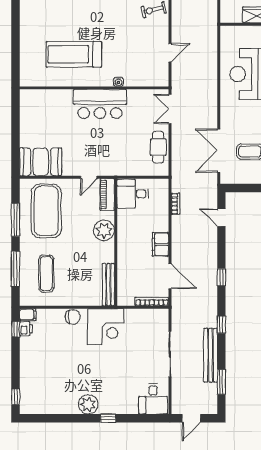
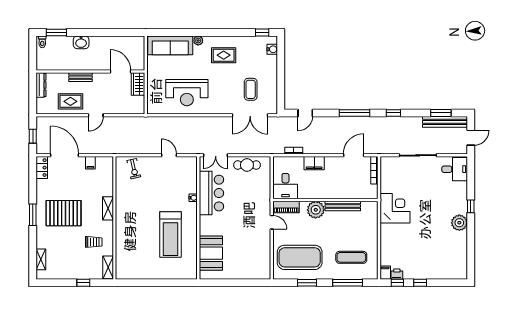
bar counter: (100, 104) -> (211, 193), moved
booth: (41, 162) -> (211, 253), moved
window: (16, 220) -> (307, 283), width x0.69
filing cabinet: (160, 244) -> (314, 163), moved
window: (221, 277) -> (355, 113), width x2.17
bench: (108, 285) -> (343, 206), moved
chair: (73, 317) -> (387, 235), removed
bench: (211, 355) -> (445, 122), moved
window: (16, 397) -> (420, 283), moved
door: (191, 418) -> (471, 138), hinge flipped

